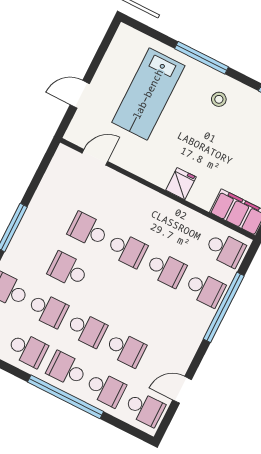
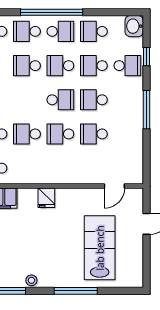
stool: (219, 99) -> (31, 280), moved
school desk: (88, 230) -> (94, 134), turned 180
school desk: (68, 270) -> (94, 100), turned 180
school desk: (107, 290) -> (60, 100), added

